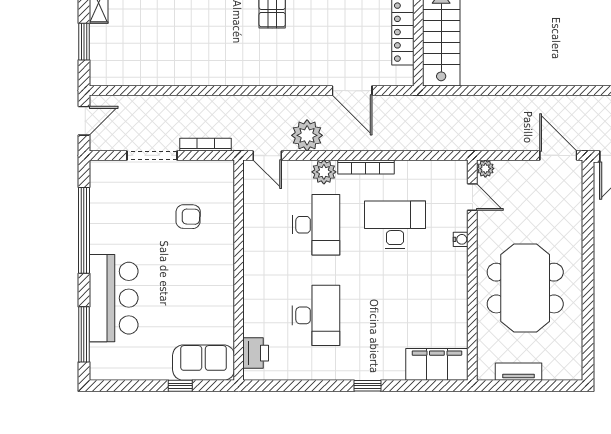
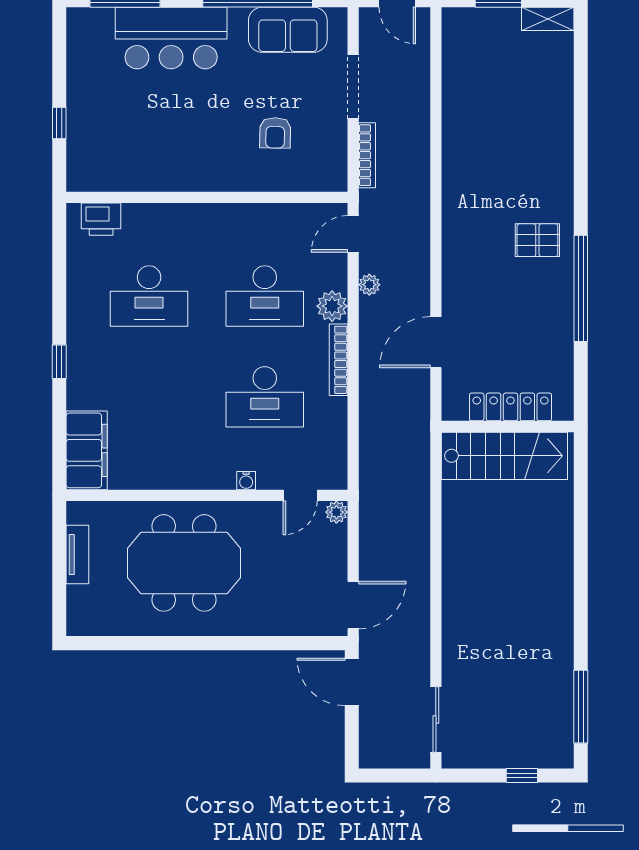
plant: (307, 135) -> (369, 285), width x0.53, depth x0.53
desk: (395, 225) -> (265, 397), turned 90
sofa: (204, 363) -> (288, 30), moved, turned 90

